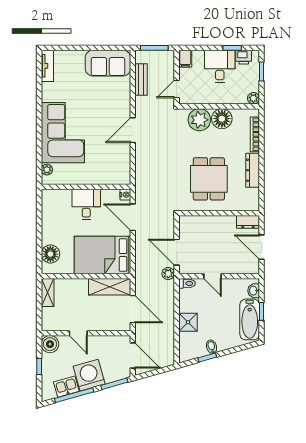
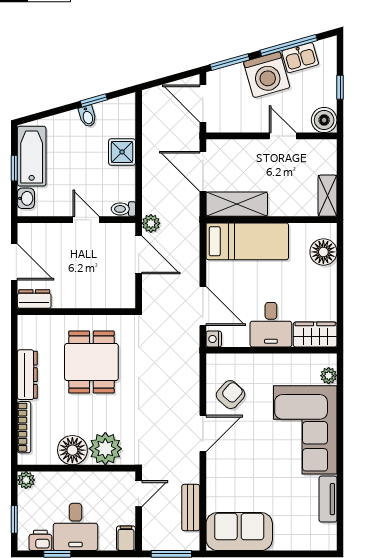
tv unit: (47, 66) -> (328, 499), moved
armchair: (114, 157) -> (231, 395), added
wardrobe: (56, 198) -> (315, 334), added
bed: (102, 255) -> (247, 241), width x0.67

